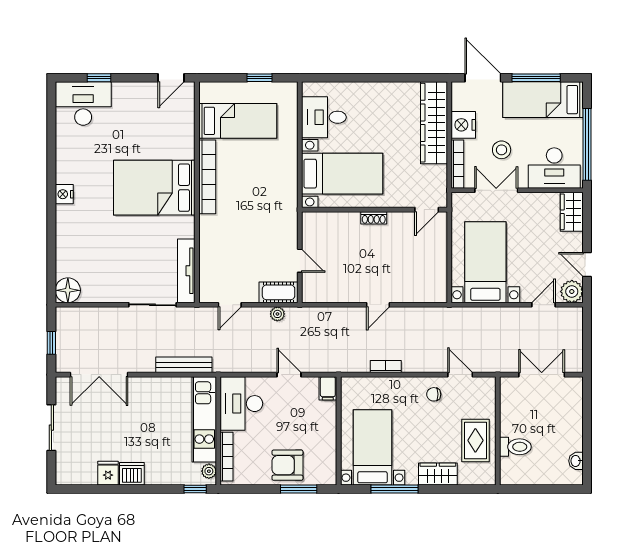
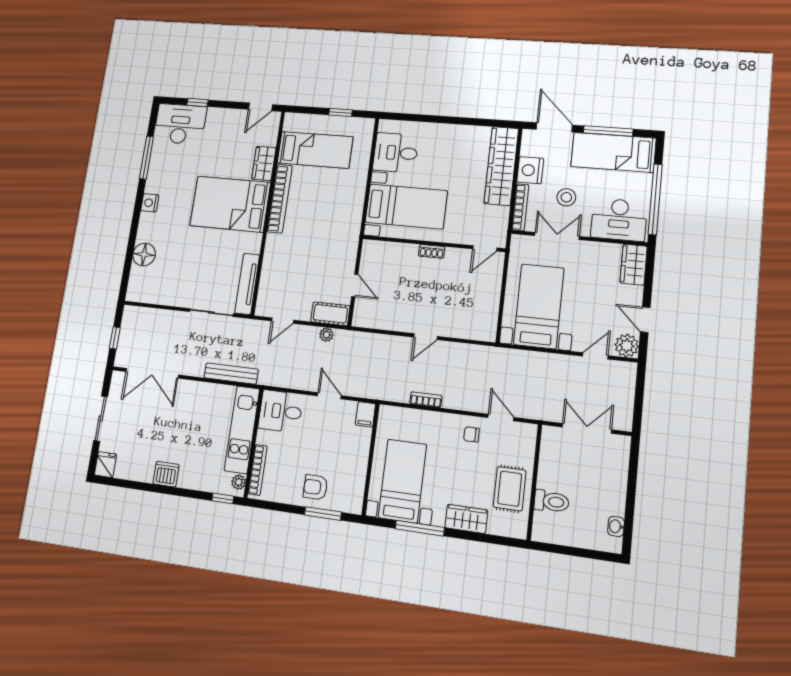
wardrobe: (184, 140) -> (264, 163), added
window: (51, 144) -> (146, 158), added
floor lamp: (68, 290) -> (144, 254), moved
desk: (241, 404) -> (281, 411), width x0.73
armchair: (287, 465) -> (315, 487), width x0.72, depth x0.72
fridge: (108, 473) -> (105, 465), moved

